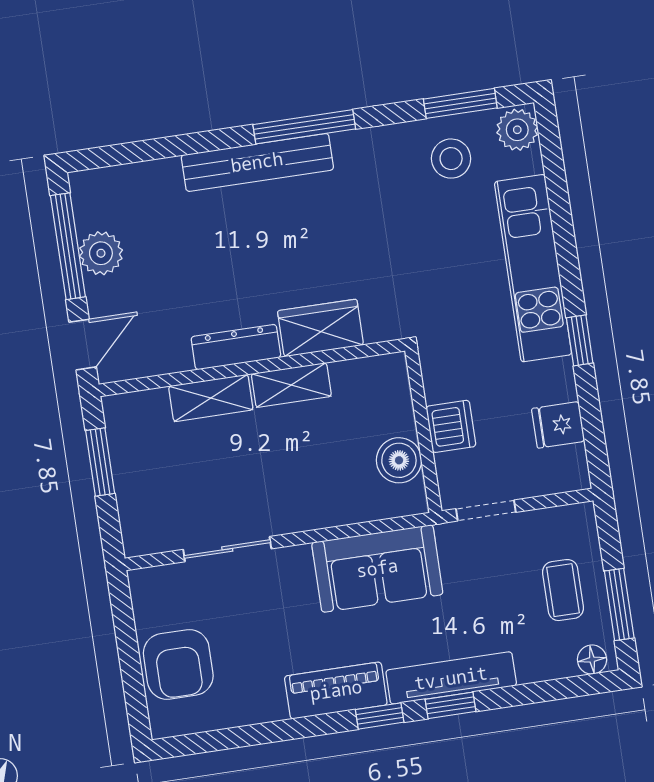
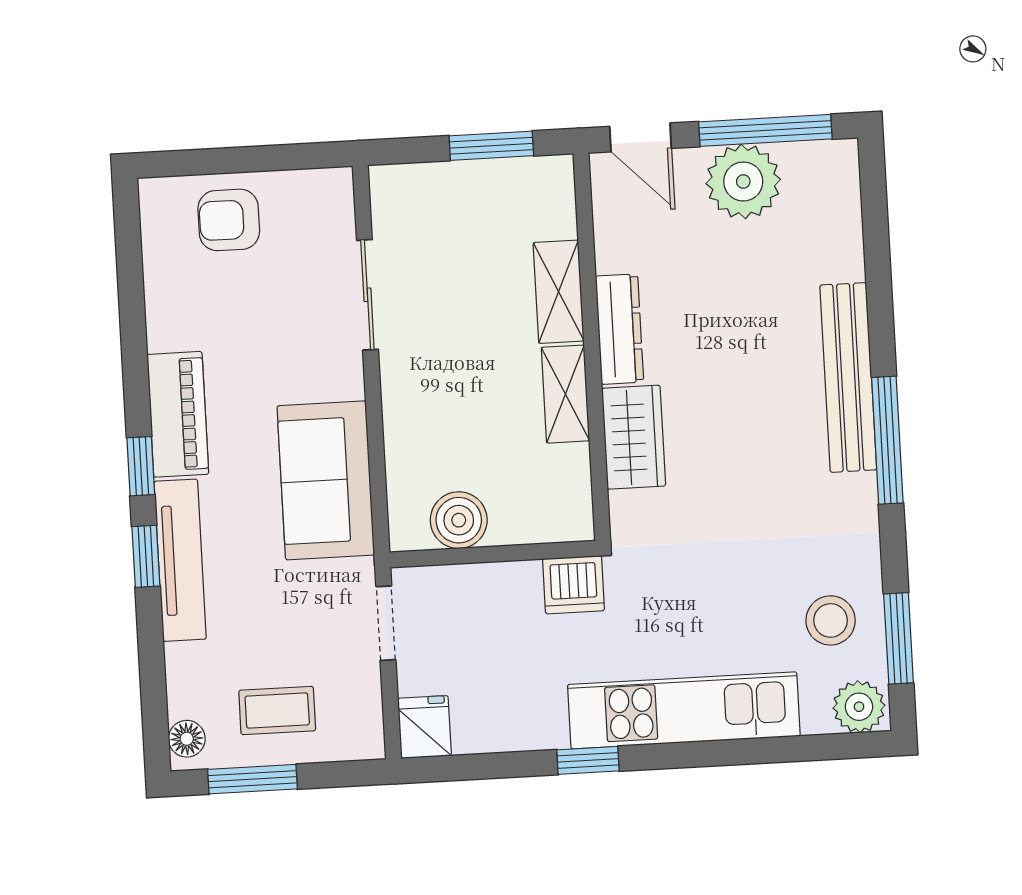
plant: (101, 253) -> (743, 182), width x1.36, depth x1.36
fridge: (558, 425) -> (424, 727), moved
dishwasher: (451, 426) -> (574, 585), moved
armchair: (178, 664) -> (229, 220), width x0.72, depth x0.72

